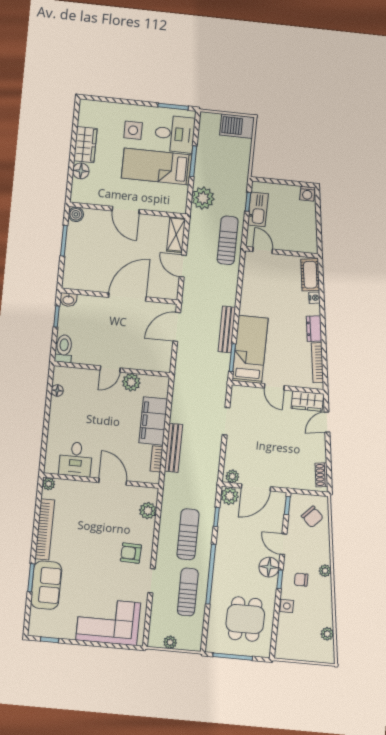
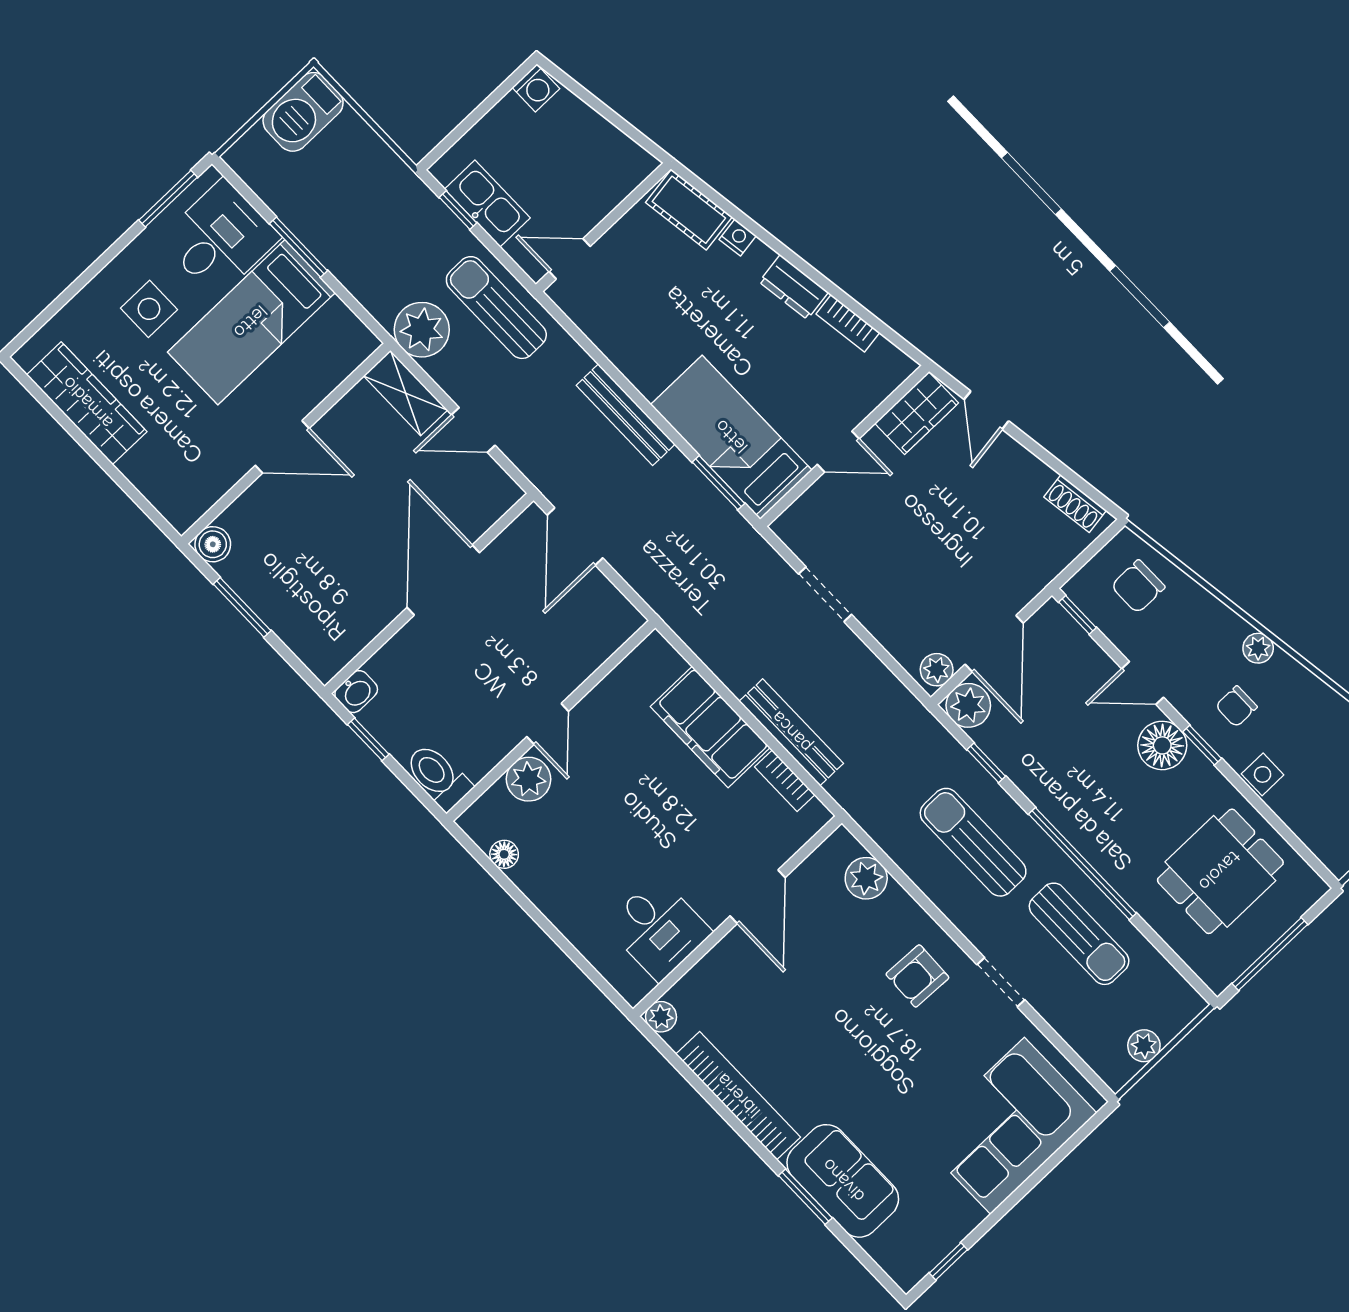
wardrobe: (85, 145) -> (87, 403), width x1.50
floor lamp: (81, 171) -> (142, 468), removed
plant: (203, 198) -> (422, 330), moved
bench: (227, 329) -> (626, 415), moved
bookcase: (317, 363) -> (848, 323), width x0.64
plant: (131, 382) -> (528, 779), moved
door: (113, 482) -> (758, 897), swing flipped
chair: (312, 517) -> (1138, 587), turned 136
sun lounger: (188, 592) -> (1079, 934), turned 180
dining table: (245, 619) -> (1220, 871), turned 90

